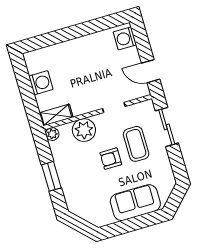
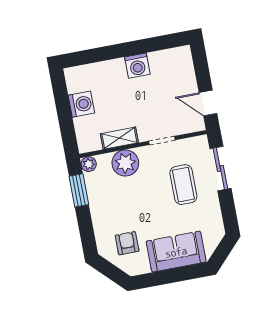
washing machine: (125, 38) -> (137, 66), moved, turned -90
shelving: (56, 115) -> (119, 138), moved
armchair: (111, 159) -> (127, 243), moved, turned 90
window: (51, 176) -> (79, 190), moved

